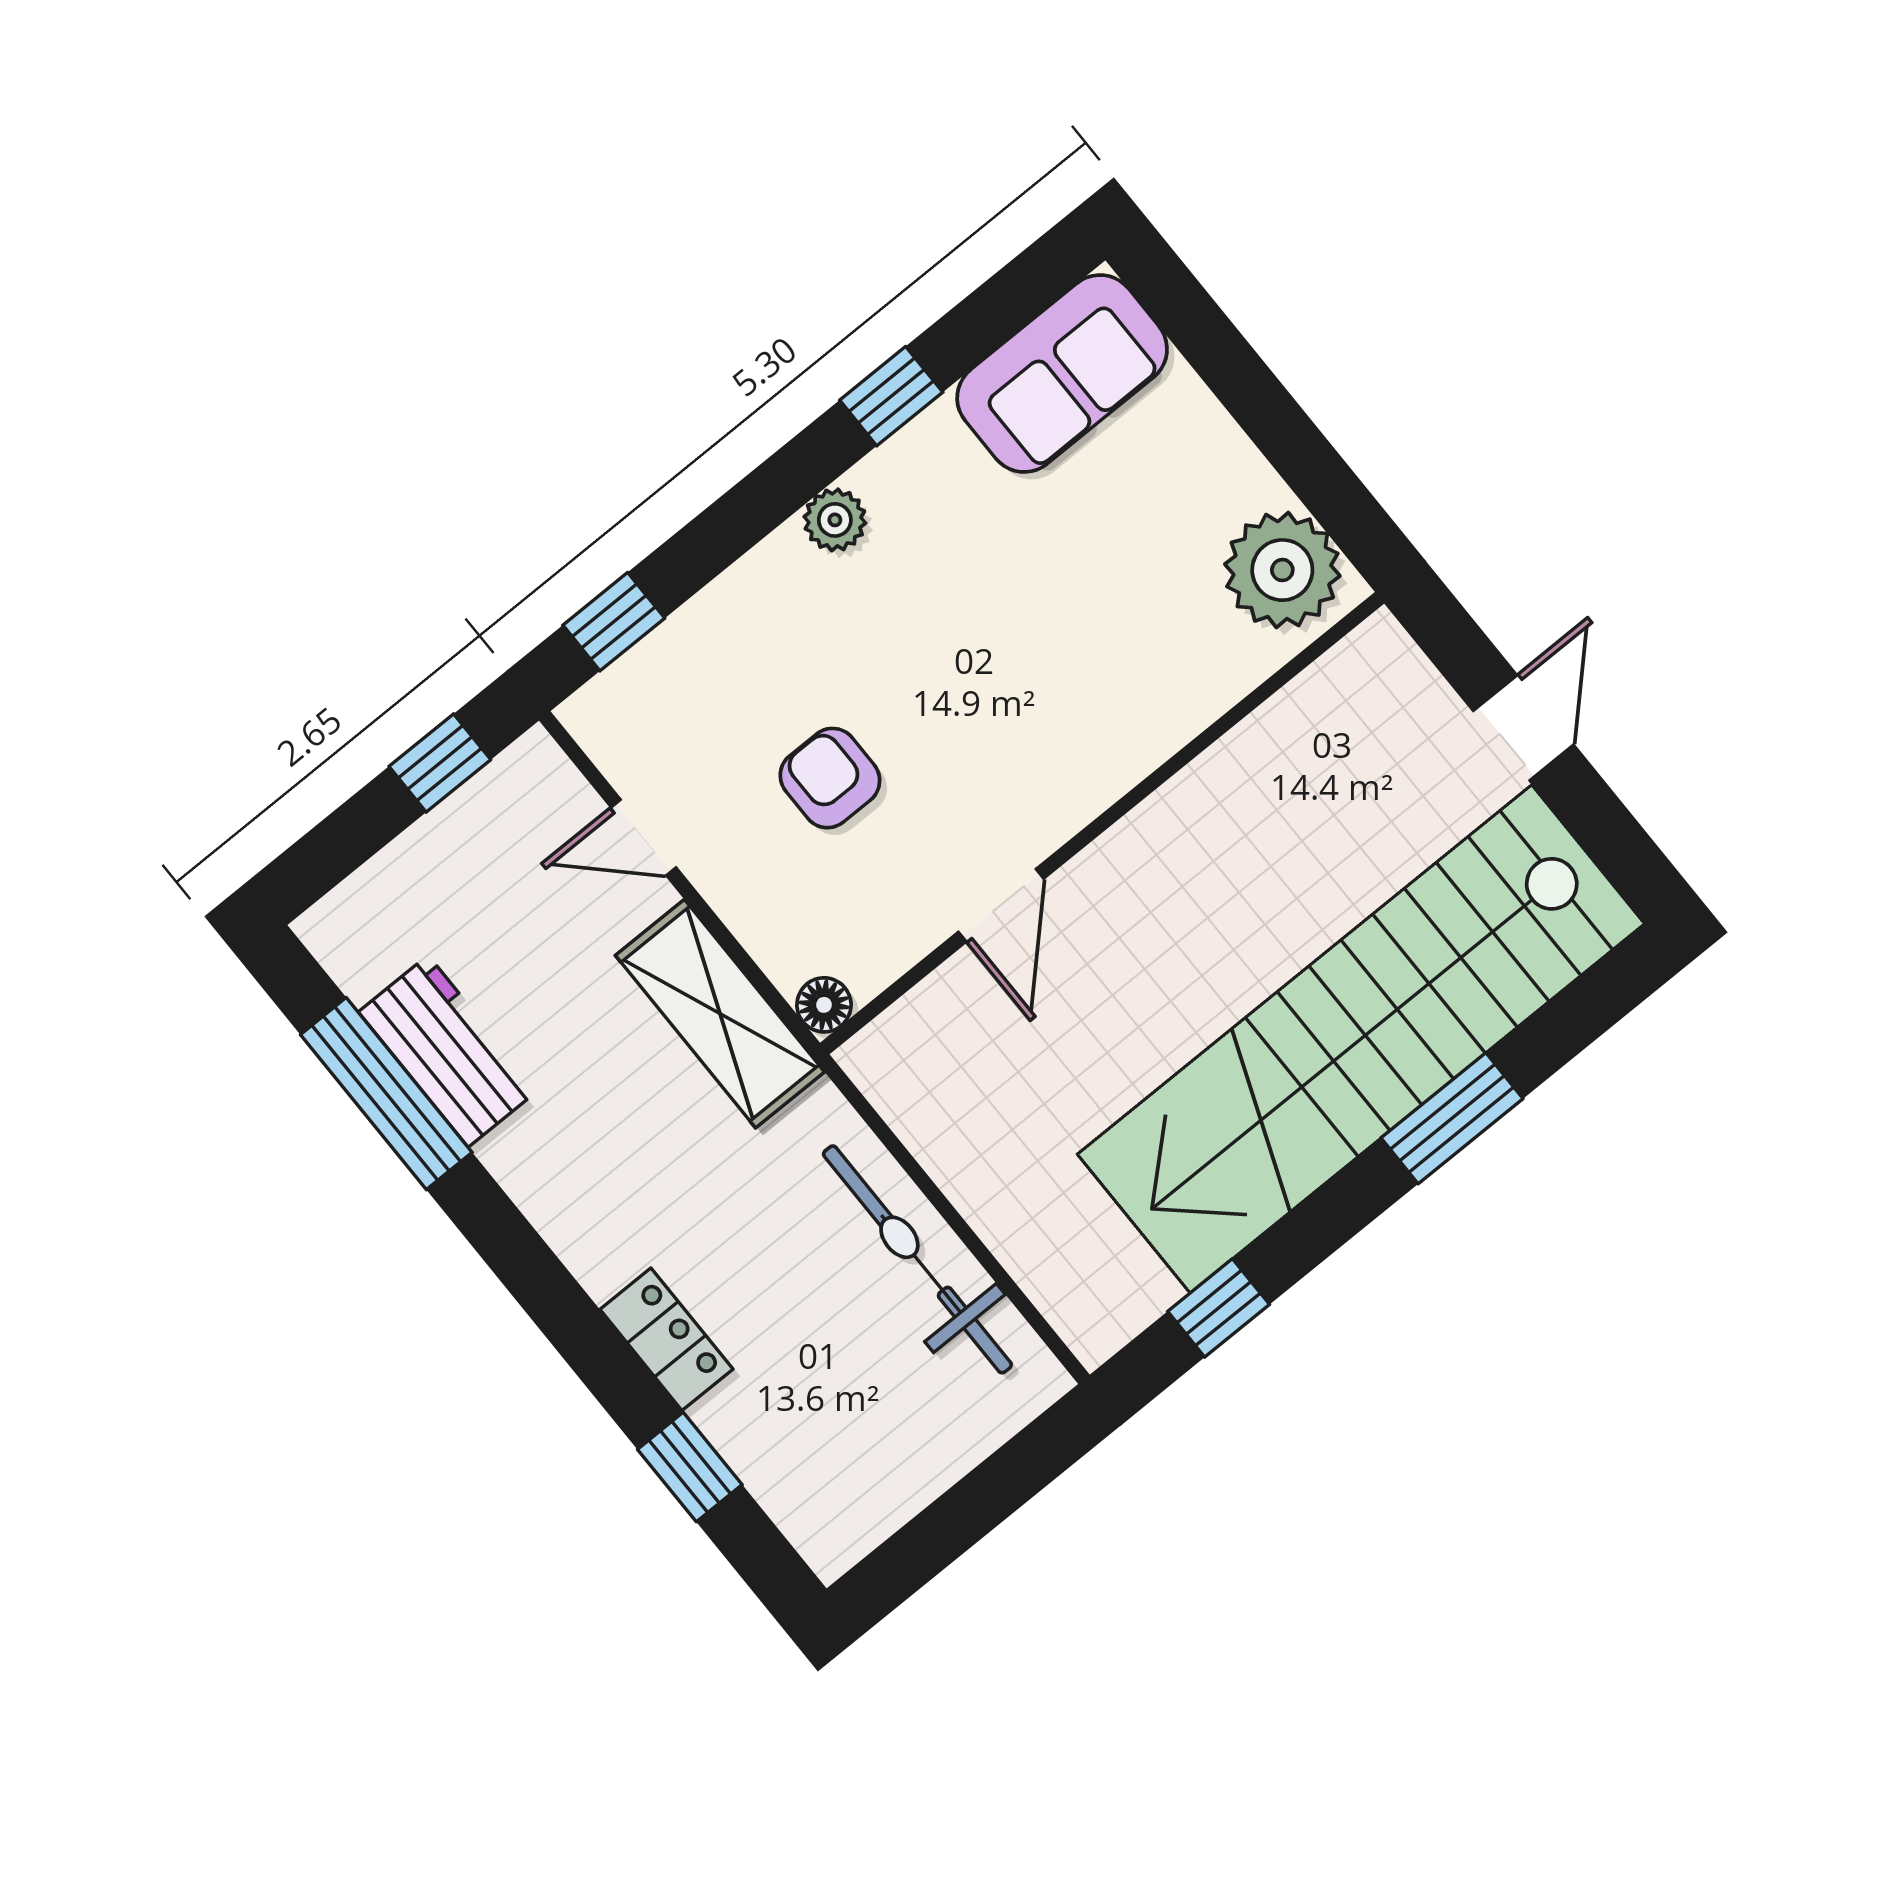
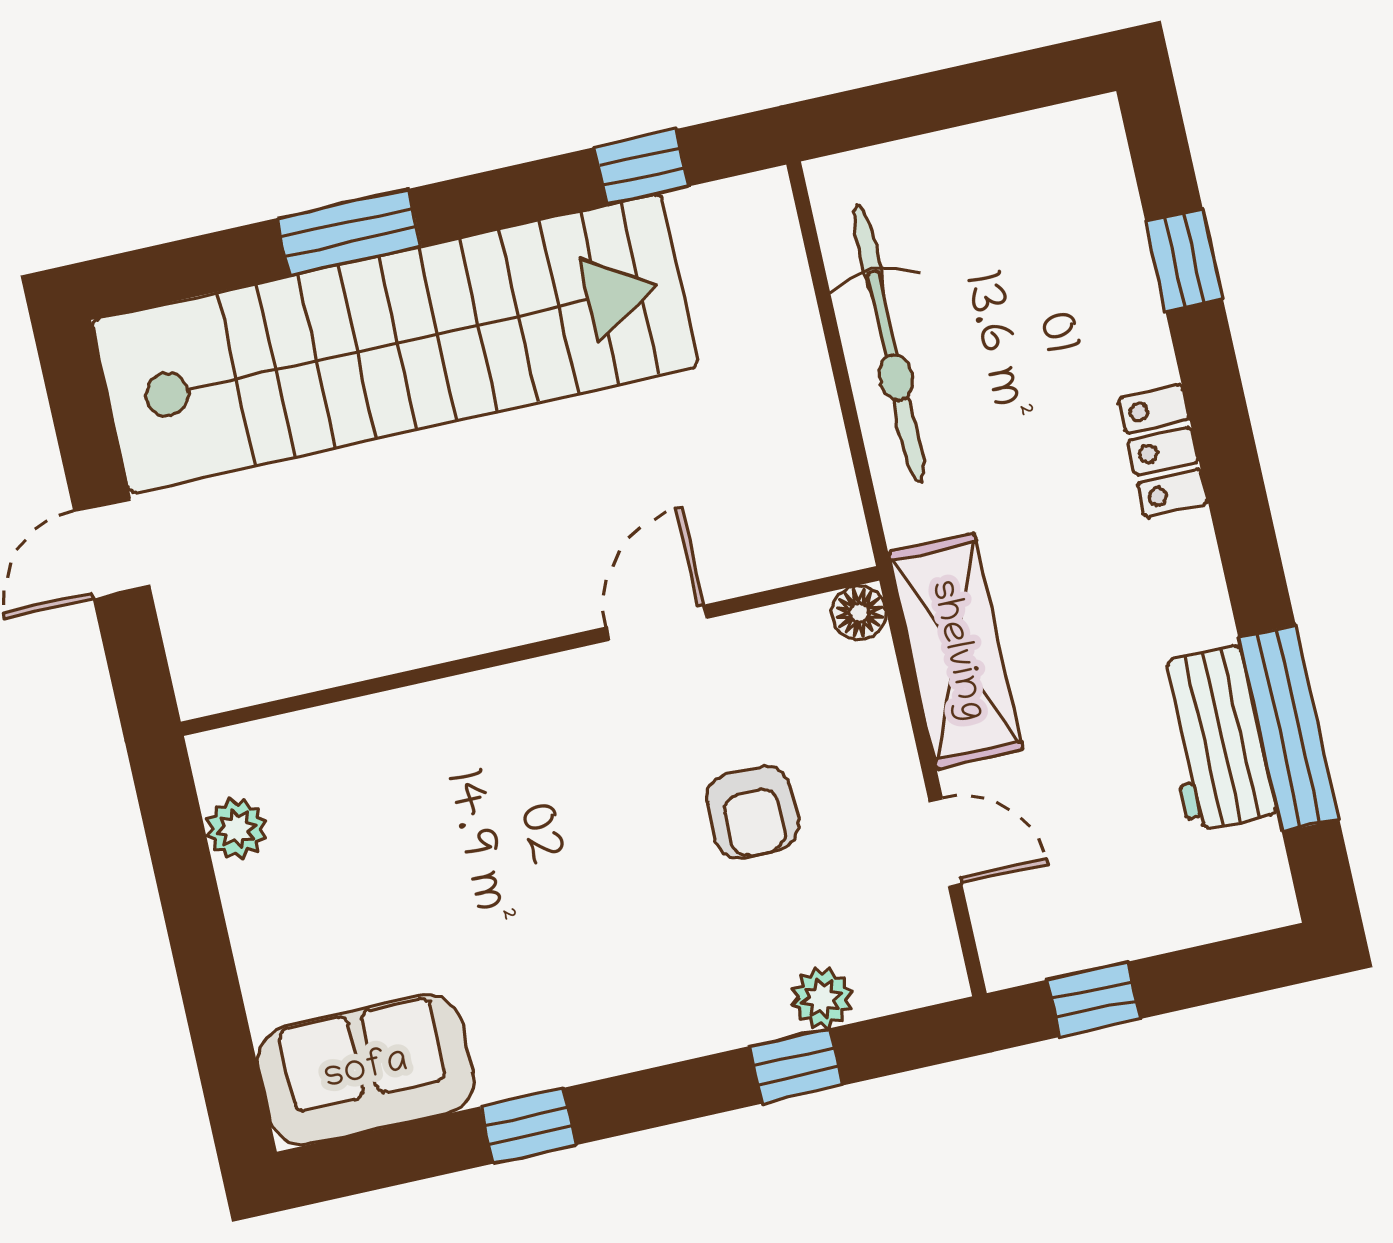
plant: (835, 520) -> (822, 998), moved
plant: (1282, 570) -> (236, 829), width x0.53, depth x0.53
window: (614, 622) -> (796, 1066), moved
locker: (666, 1339) -> (1163, 451), moved

